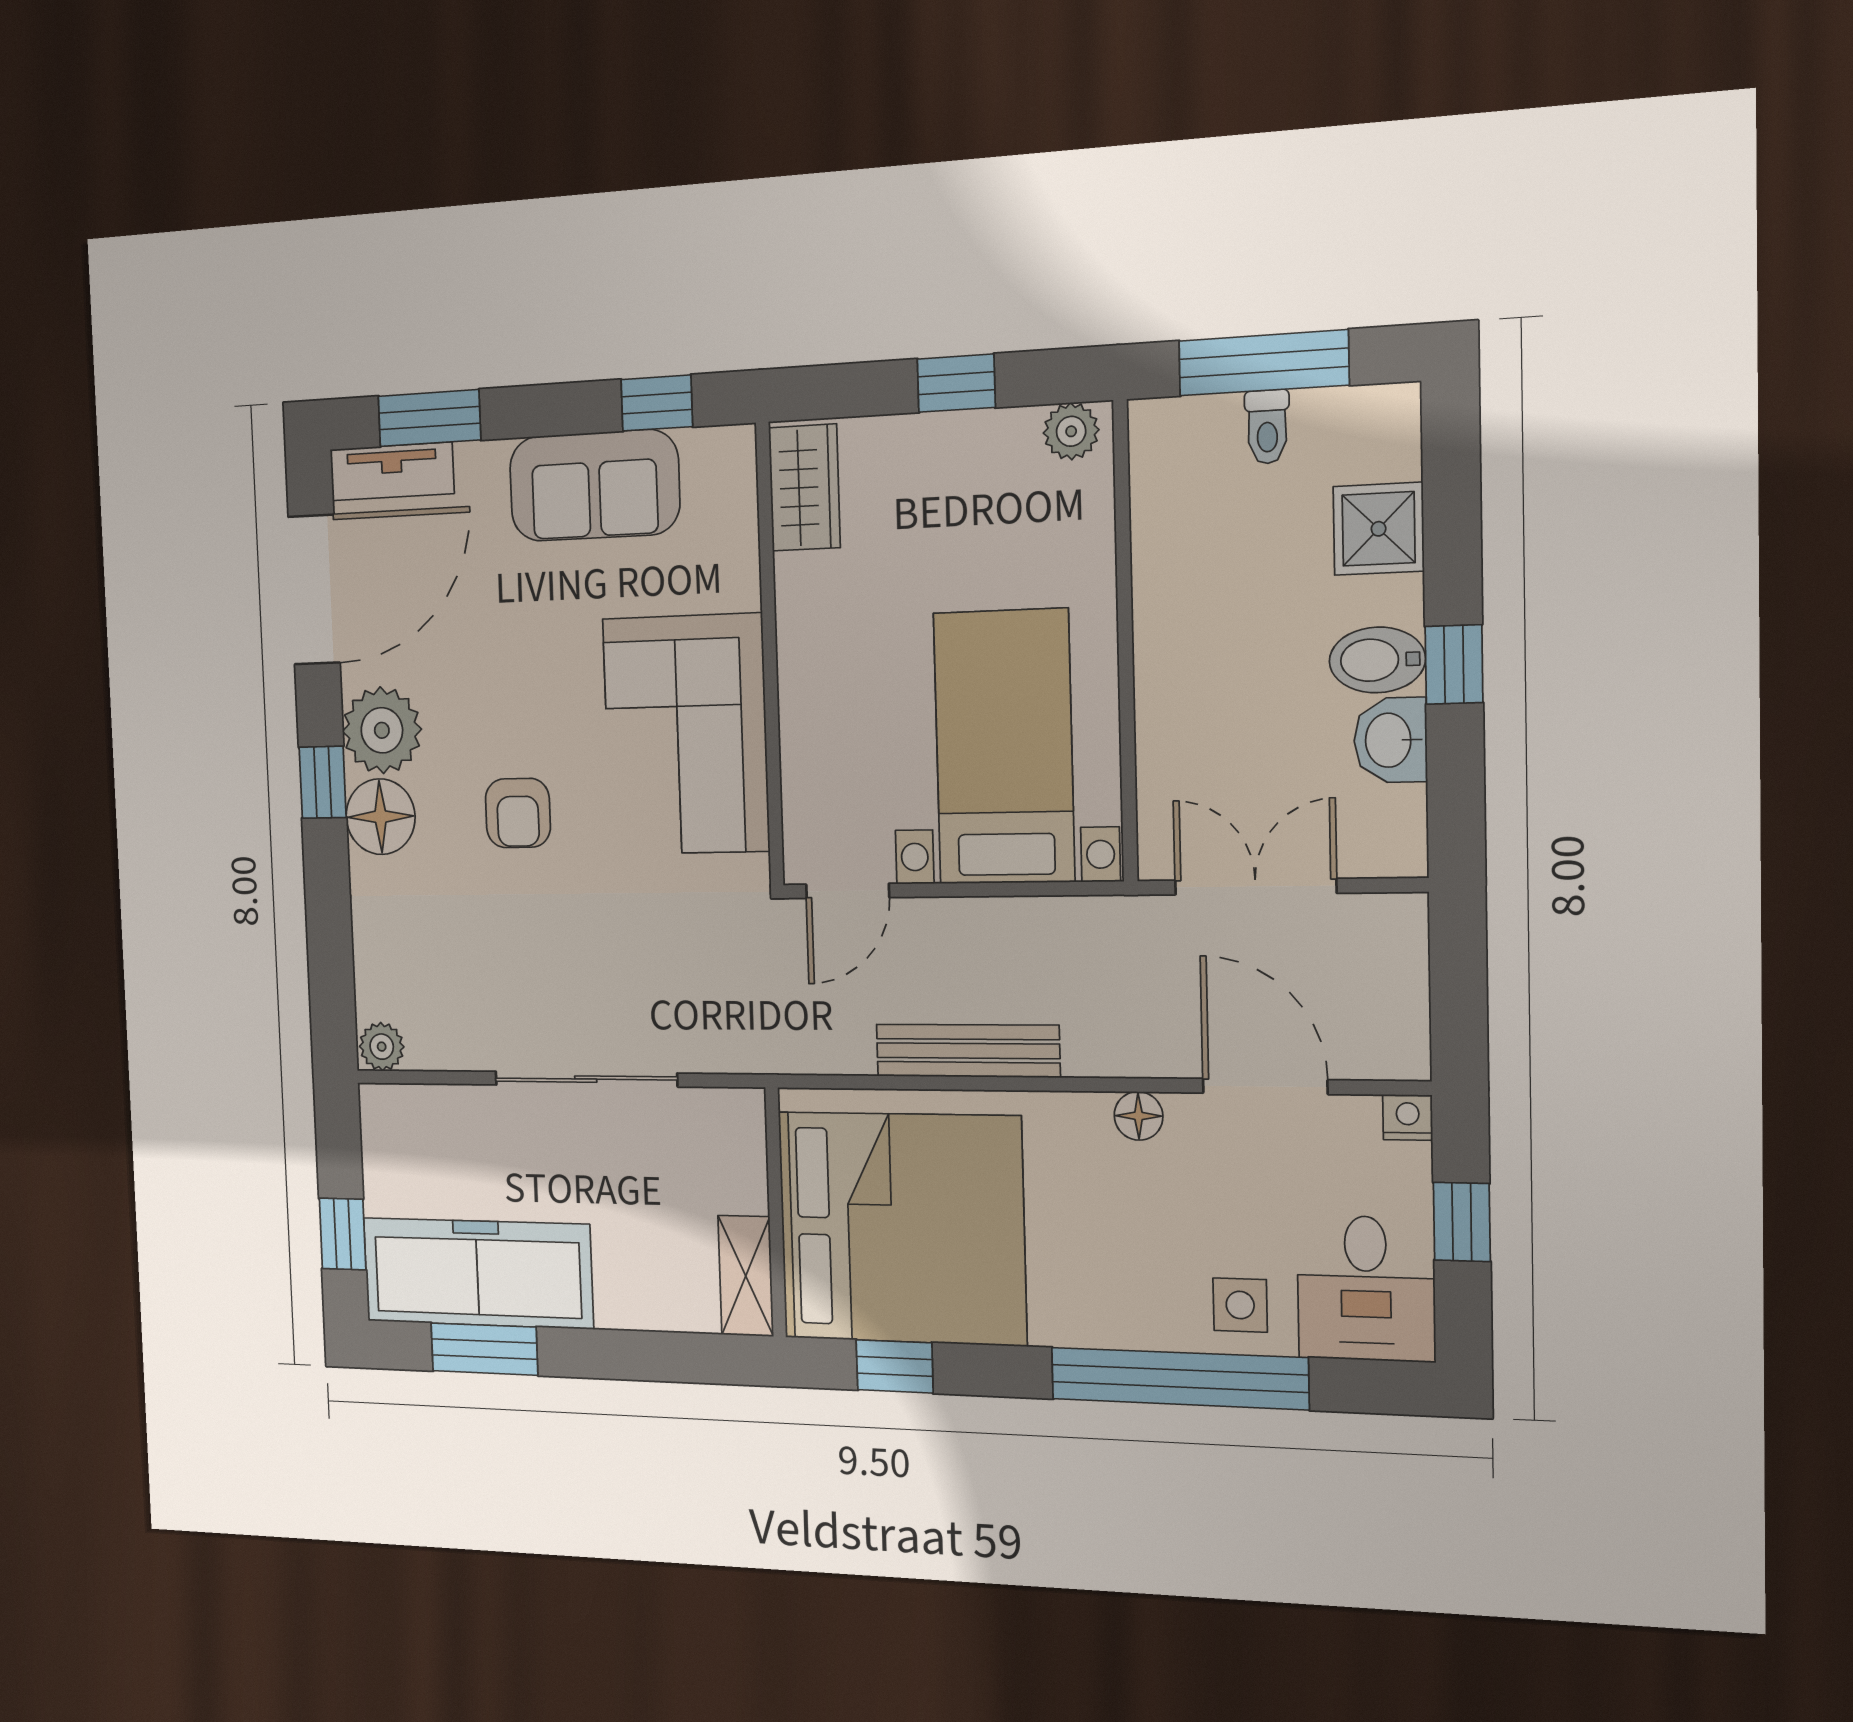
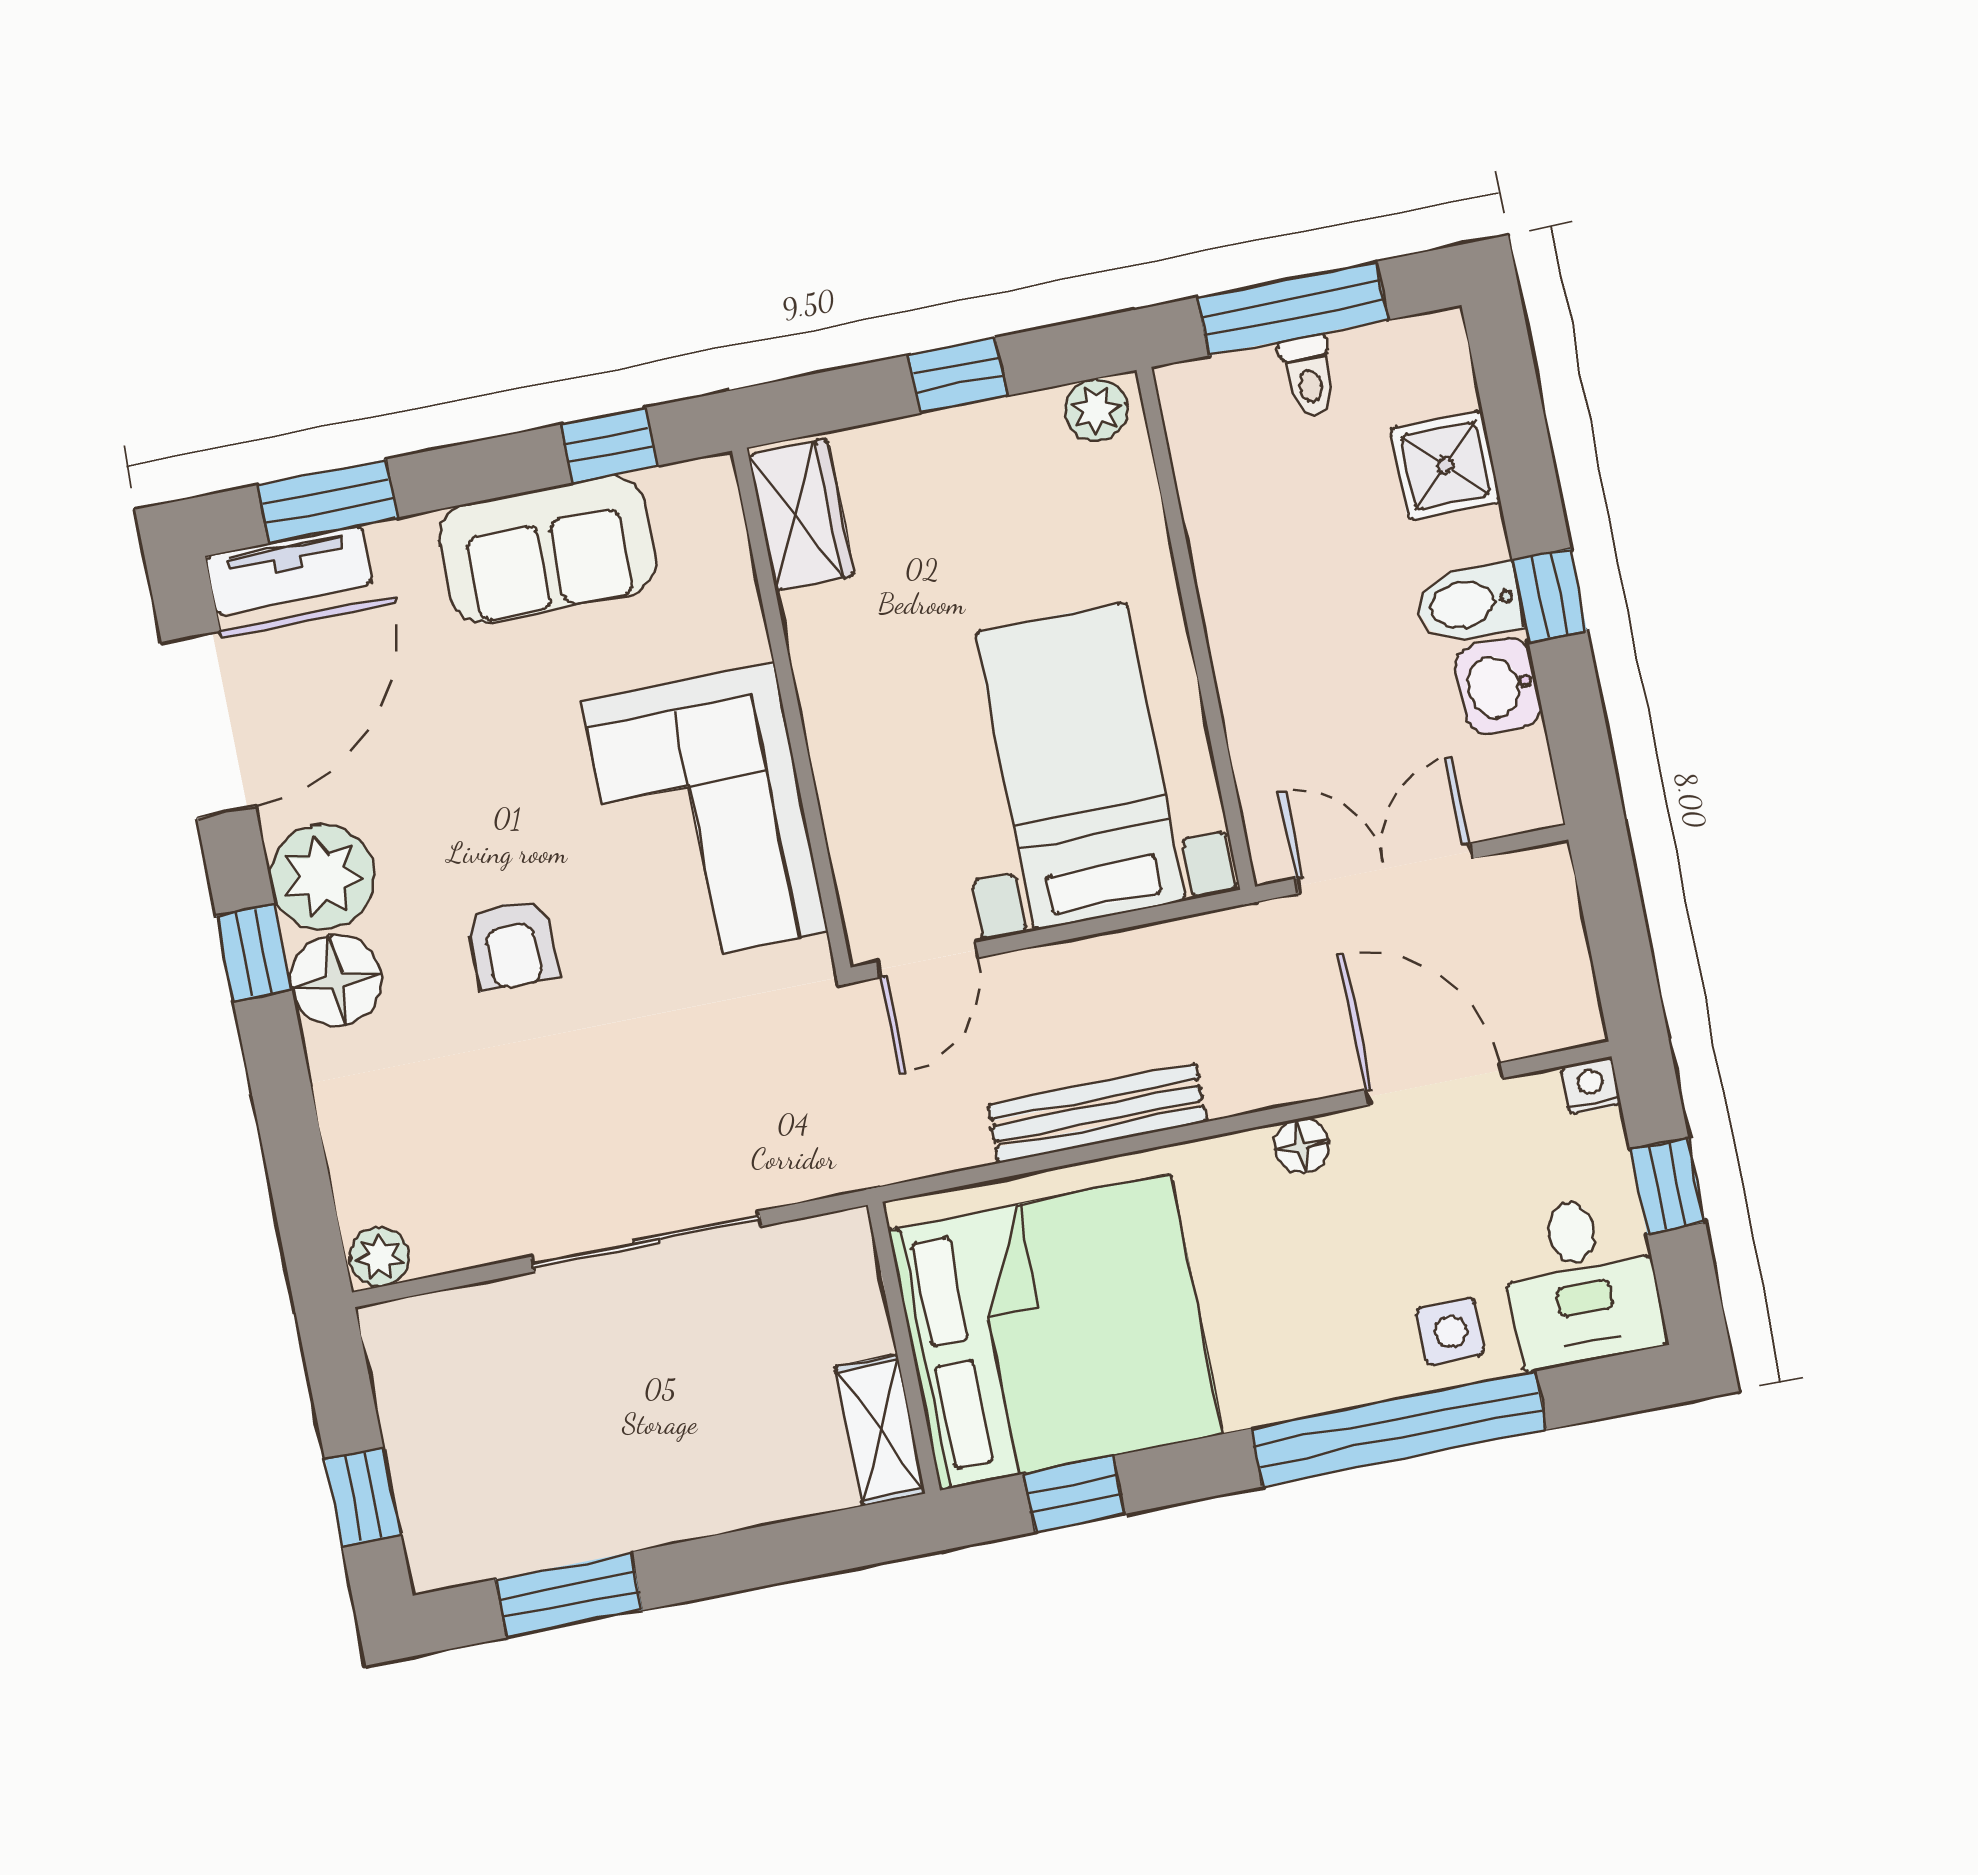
freezer: (477, 1273) -> (546, 1504), removed

